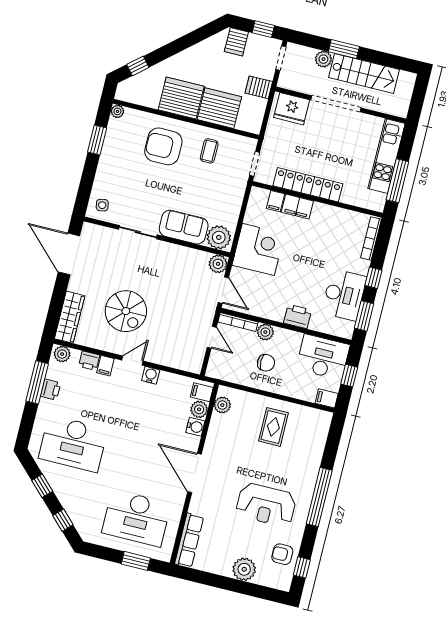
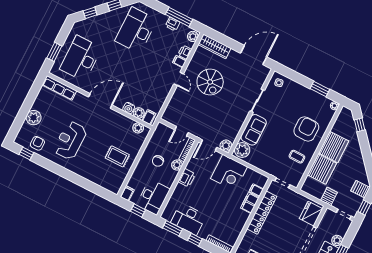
spiral stairs: (126, 311) -> (210, 82), turned -90
printer: (297, 316) -> (187, 178), moved
water cooler: (151, 375) -> (167, 88), removed
window: (319, 497) -> (67, 174), removed

